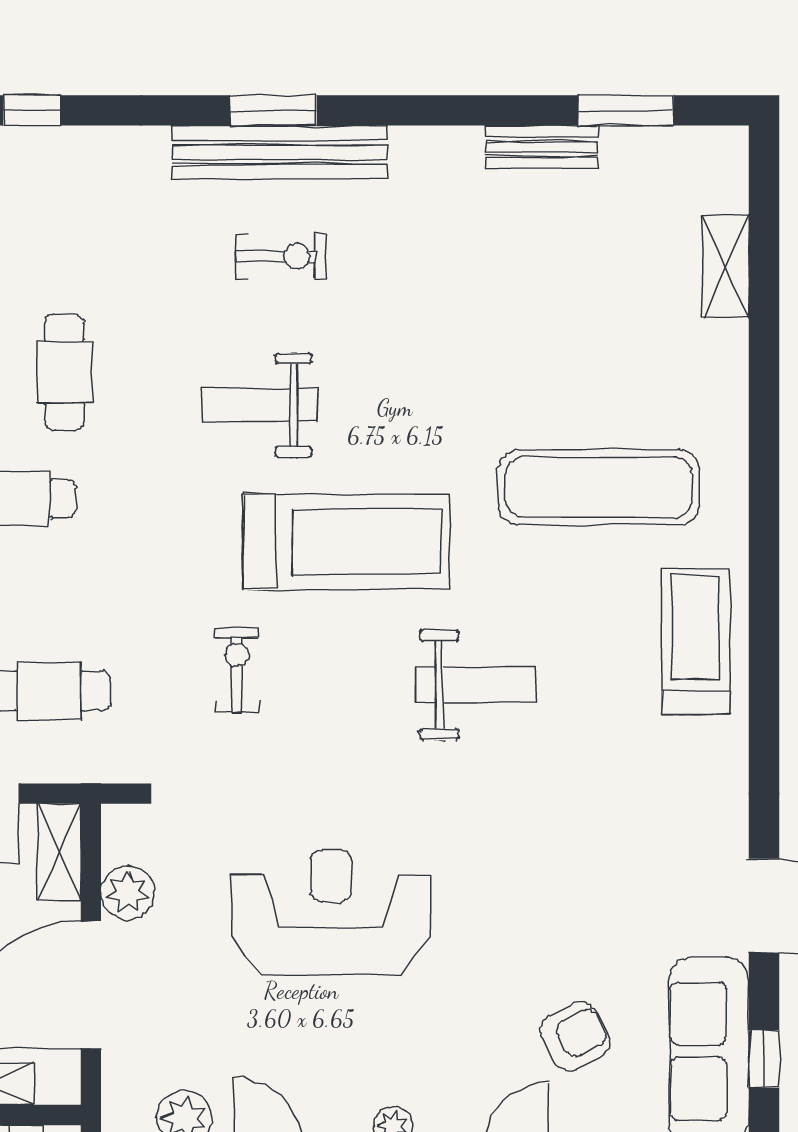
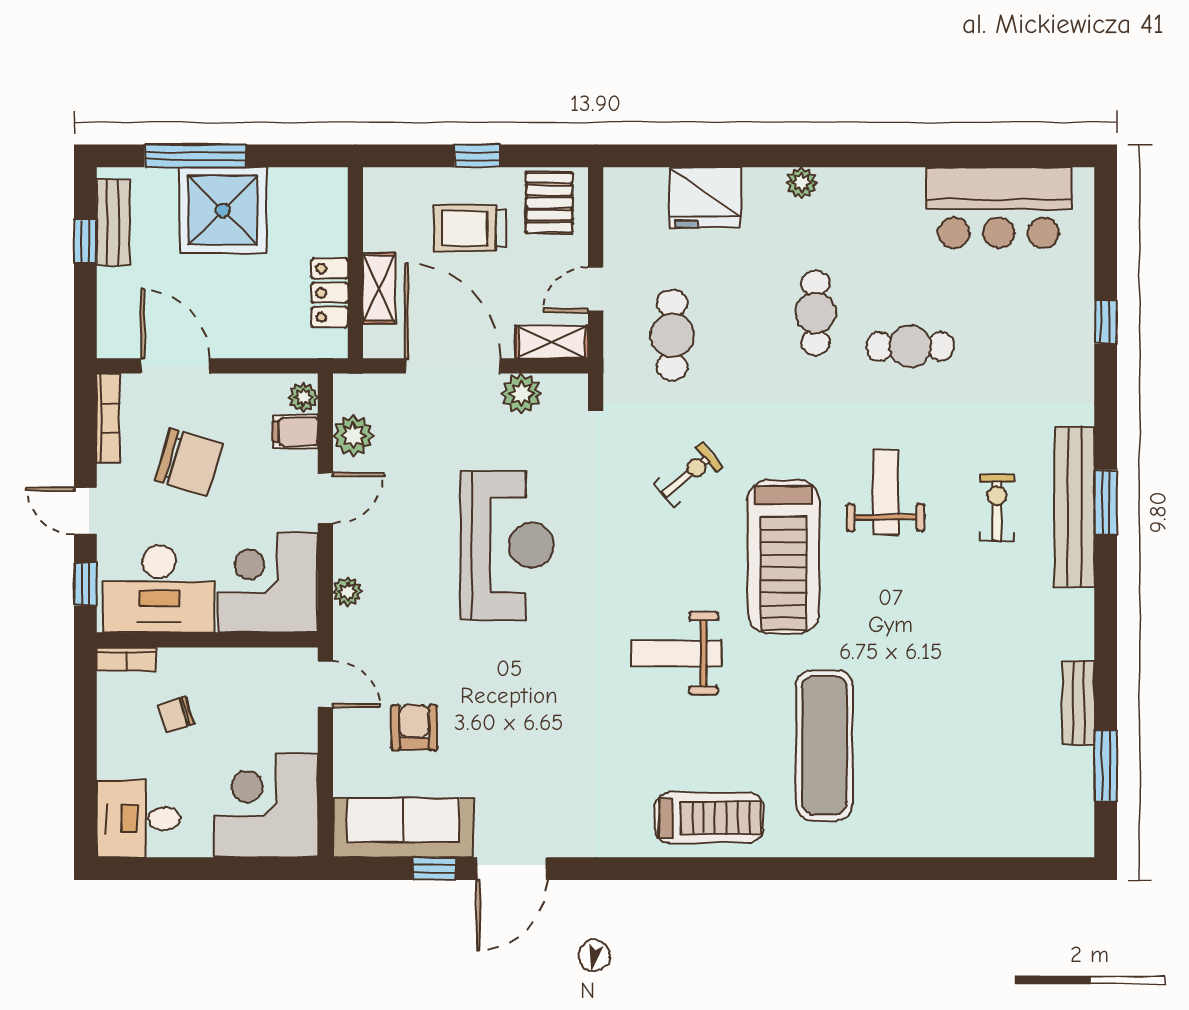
exercise bike: (281, 256) -> (997, 508), turned 180
shelving: (726, 267) -> (989, 840), removed
exercise bike: (237, 670) -> (688, 475), turned -40
weight bench: (475, 685) -> (677, 653), turned 90
armchair: (575, 1036) -> (414, 727), turned -153
window: (764, 1059) -> (434, 869), moved

